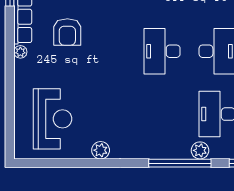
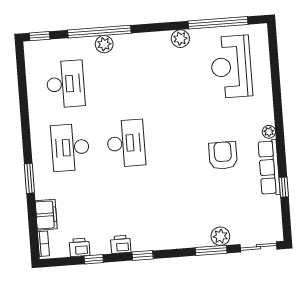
plant: (200, 150) -> (104, 44), moved
window: (62, 163) -> (218, 23), added

